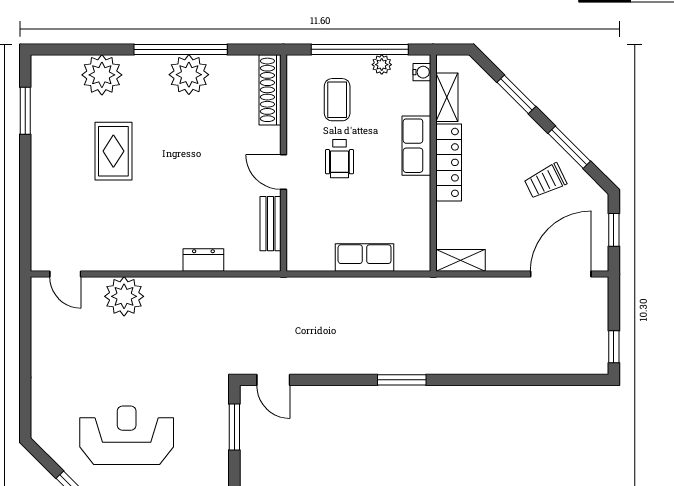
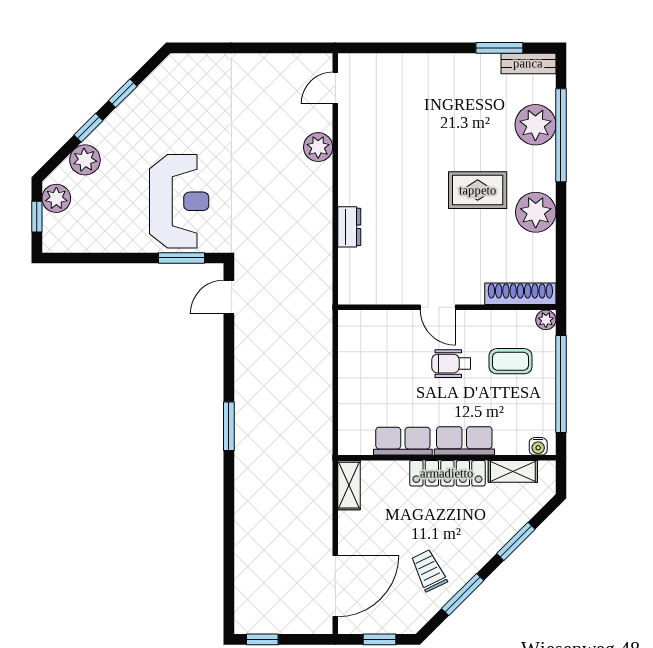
window: (181, 49) -> (561, 135), moved
plant: (382, 65) -> (546, 320), moved
rug: (113, 151) -> (478, 190), moved
door: (283, 172) -> (438, 307), swing flipped
bench: (270, 224) -> (528, 63), moved
row of seats: (365, 257) -> (403, 441), moved, turned -90
door: (561, 274) -> (335, 586), hinge flipped
plant: (124, 296) -> (318, 147), width x0.73, depth x0.73
reception desk: (127, 435) -> (179, 201), moved

